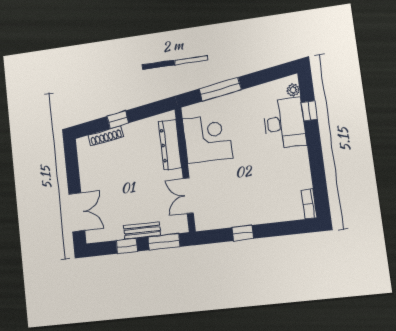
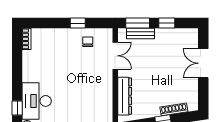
corner desk: (207, 138) -> (95, 97), removed
chair: (226, 210) -> (88, 42), added
double door: (77, 212) -> (203, 63), moved
bench: (142, 230) -> (141, 33), moved

